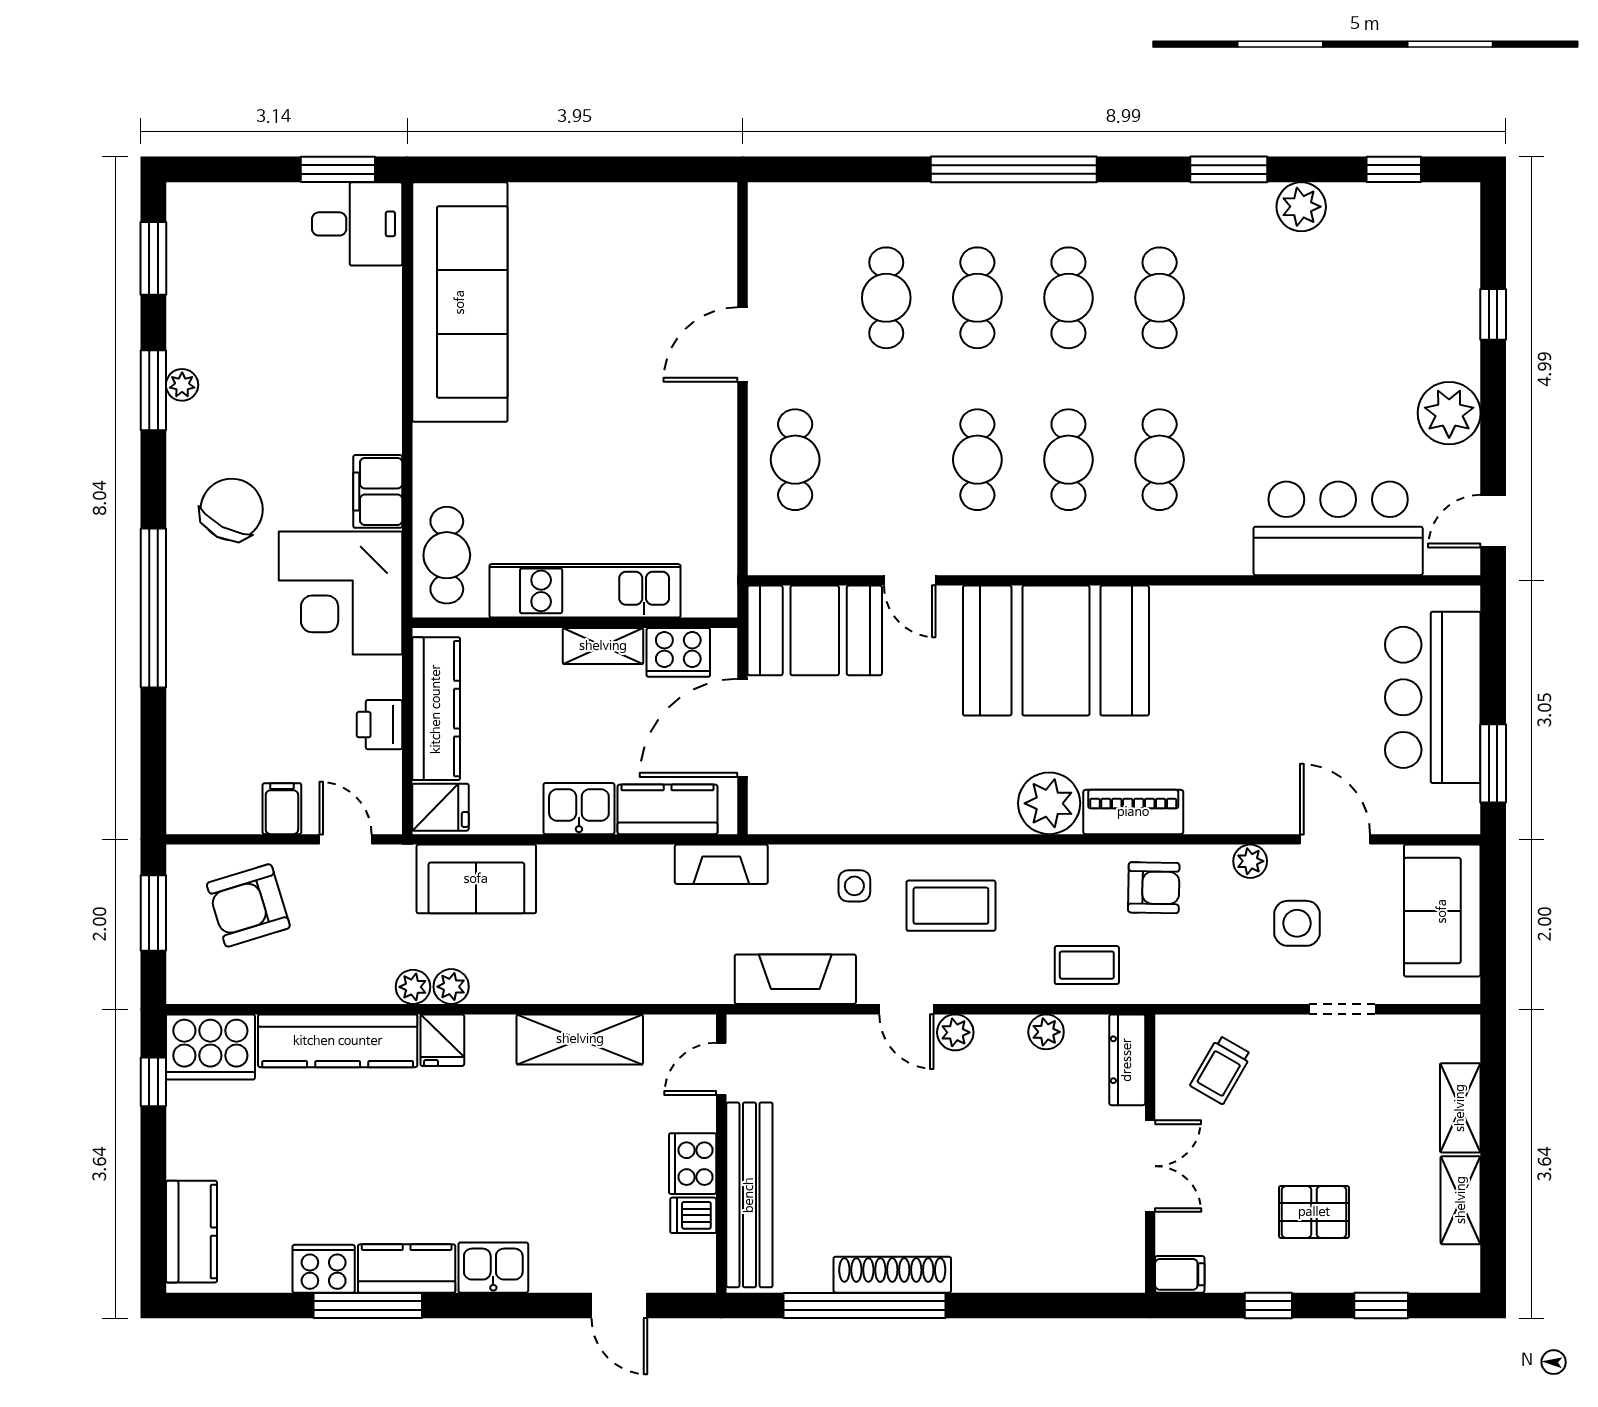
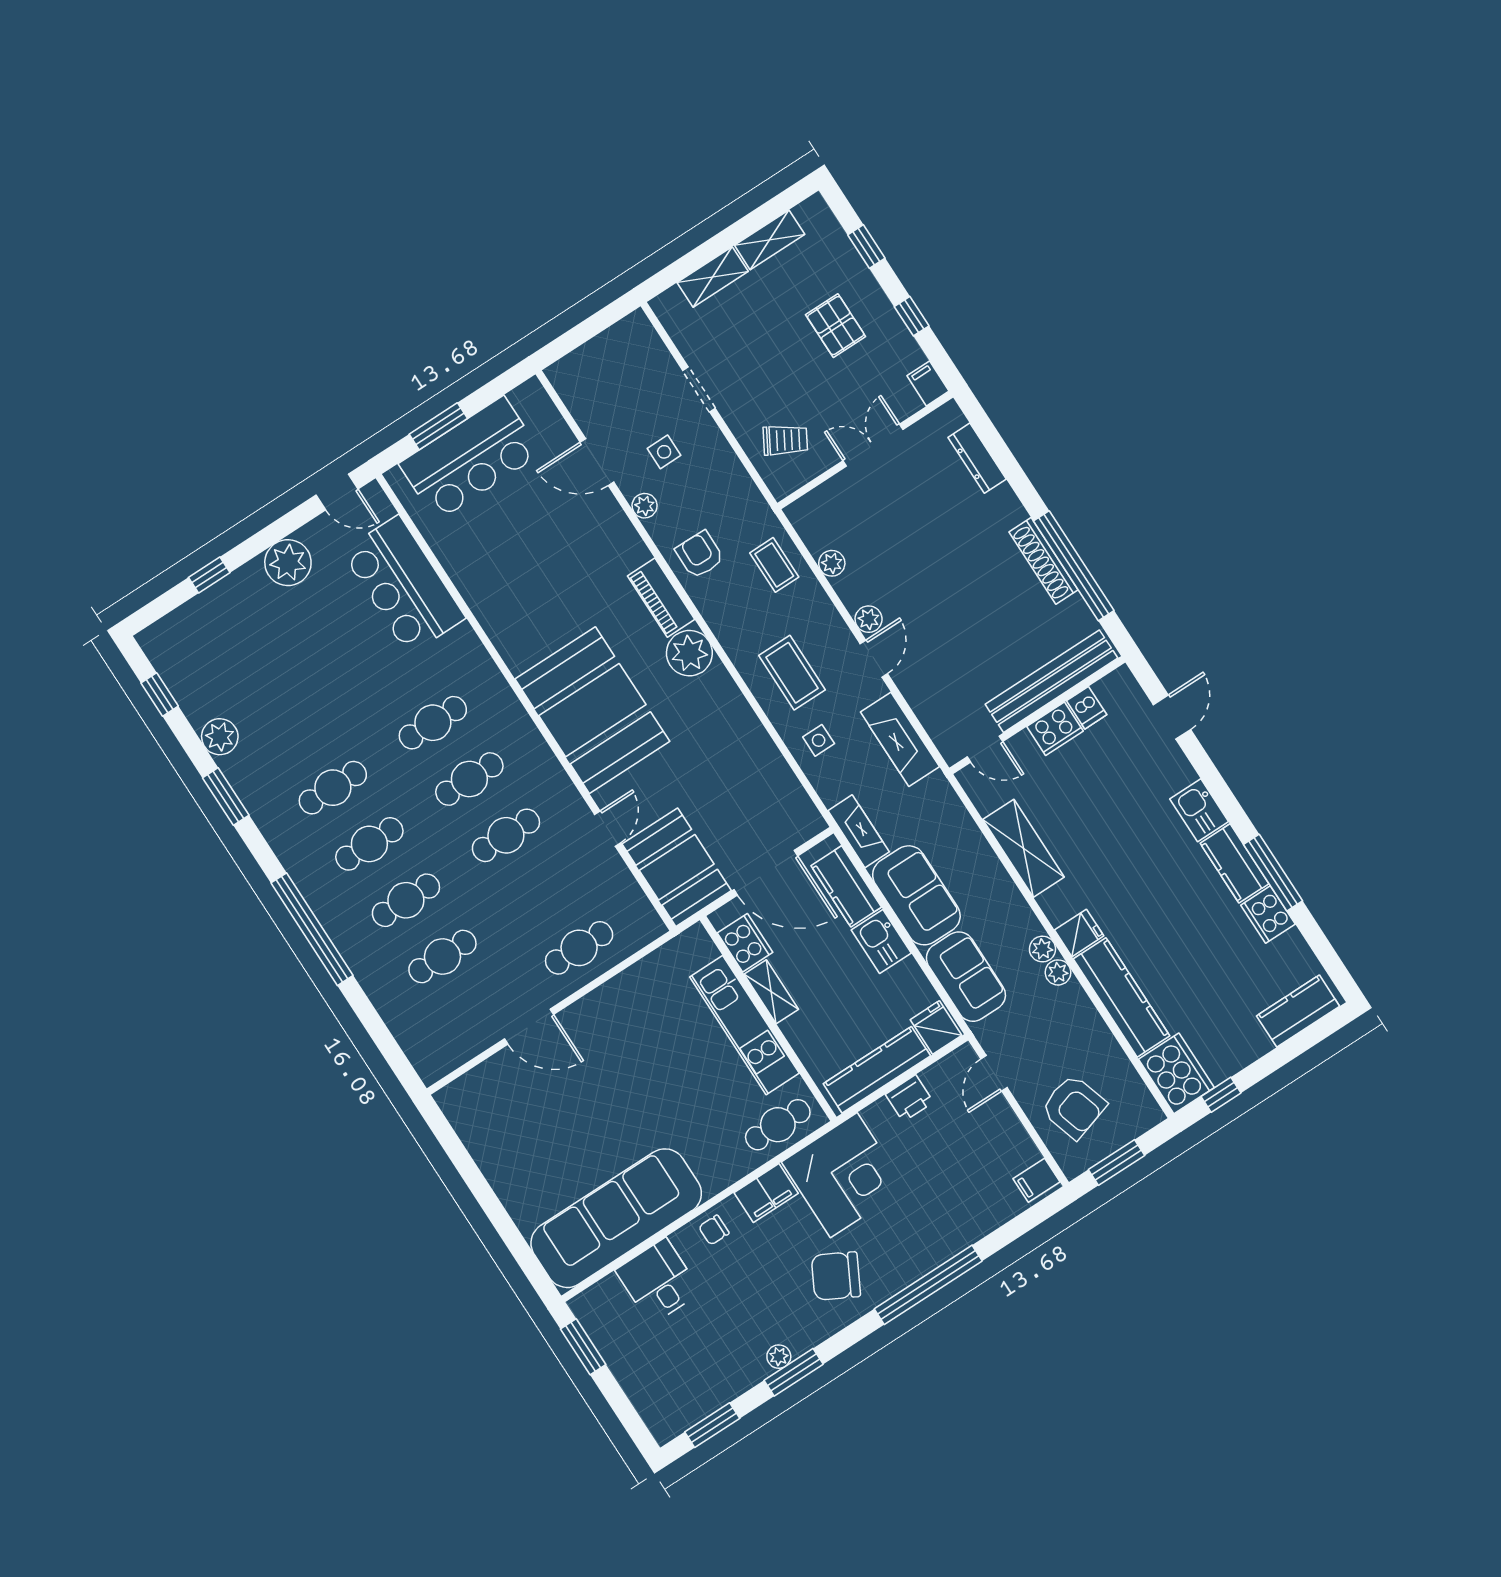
desk: (357, 224) -> (658, 1281), moved
chair: (374, 405) -> (714, 1230), added
window: (1493, 763) -> (438, 426), moved
filing cabinet: (282, 809) -> (1036, 1180), moved
door: (1335, 839) -> (597, 462), hinge flipped
sofa: (1442, 911) -> (916, 895), moved, turned -90
side table: (1297, 923) -> (664, 452), width x0.73, depth x0.73
dresser: (1127, 1060) -> (977, 458), moved, turned 90

